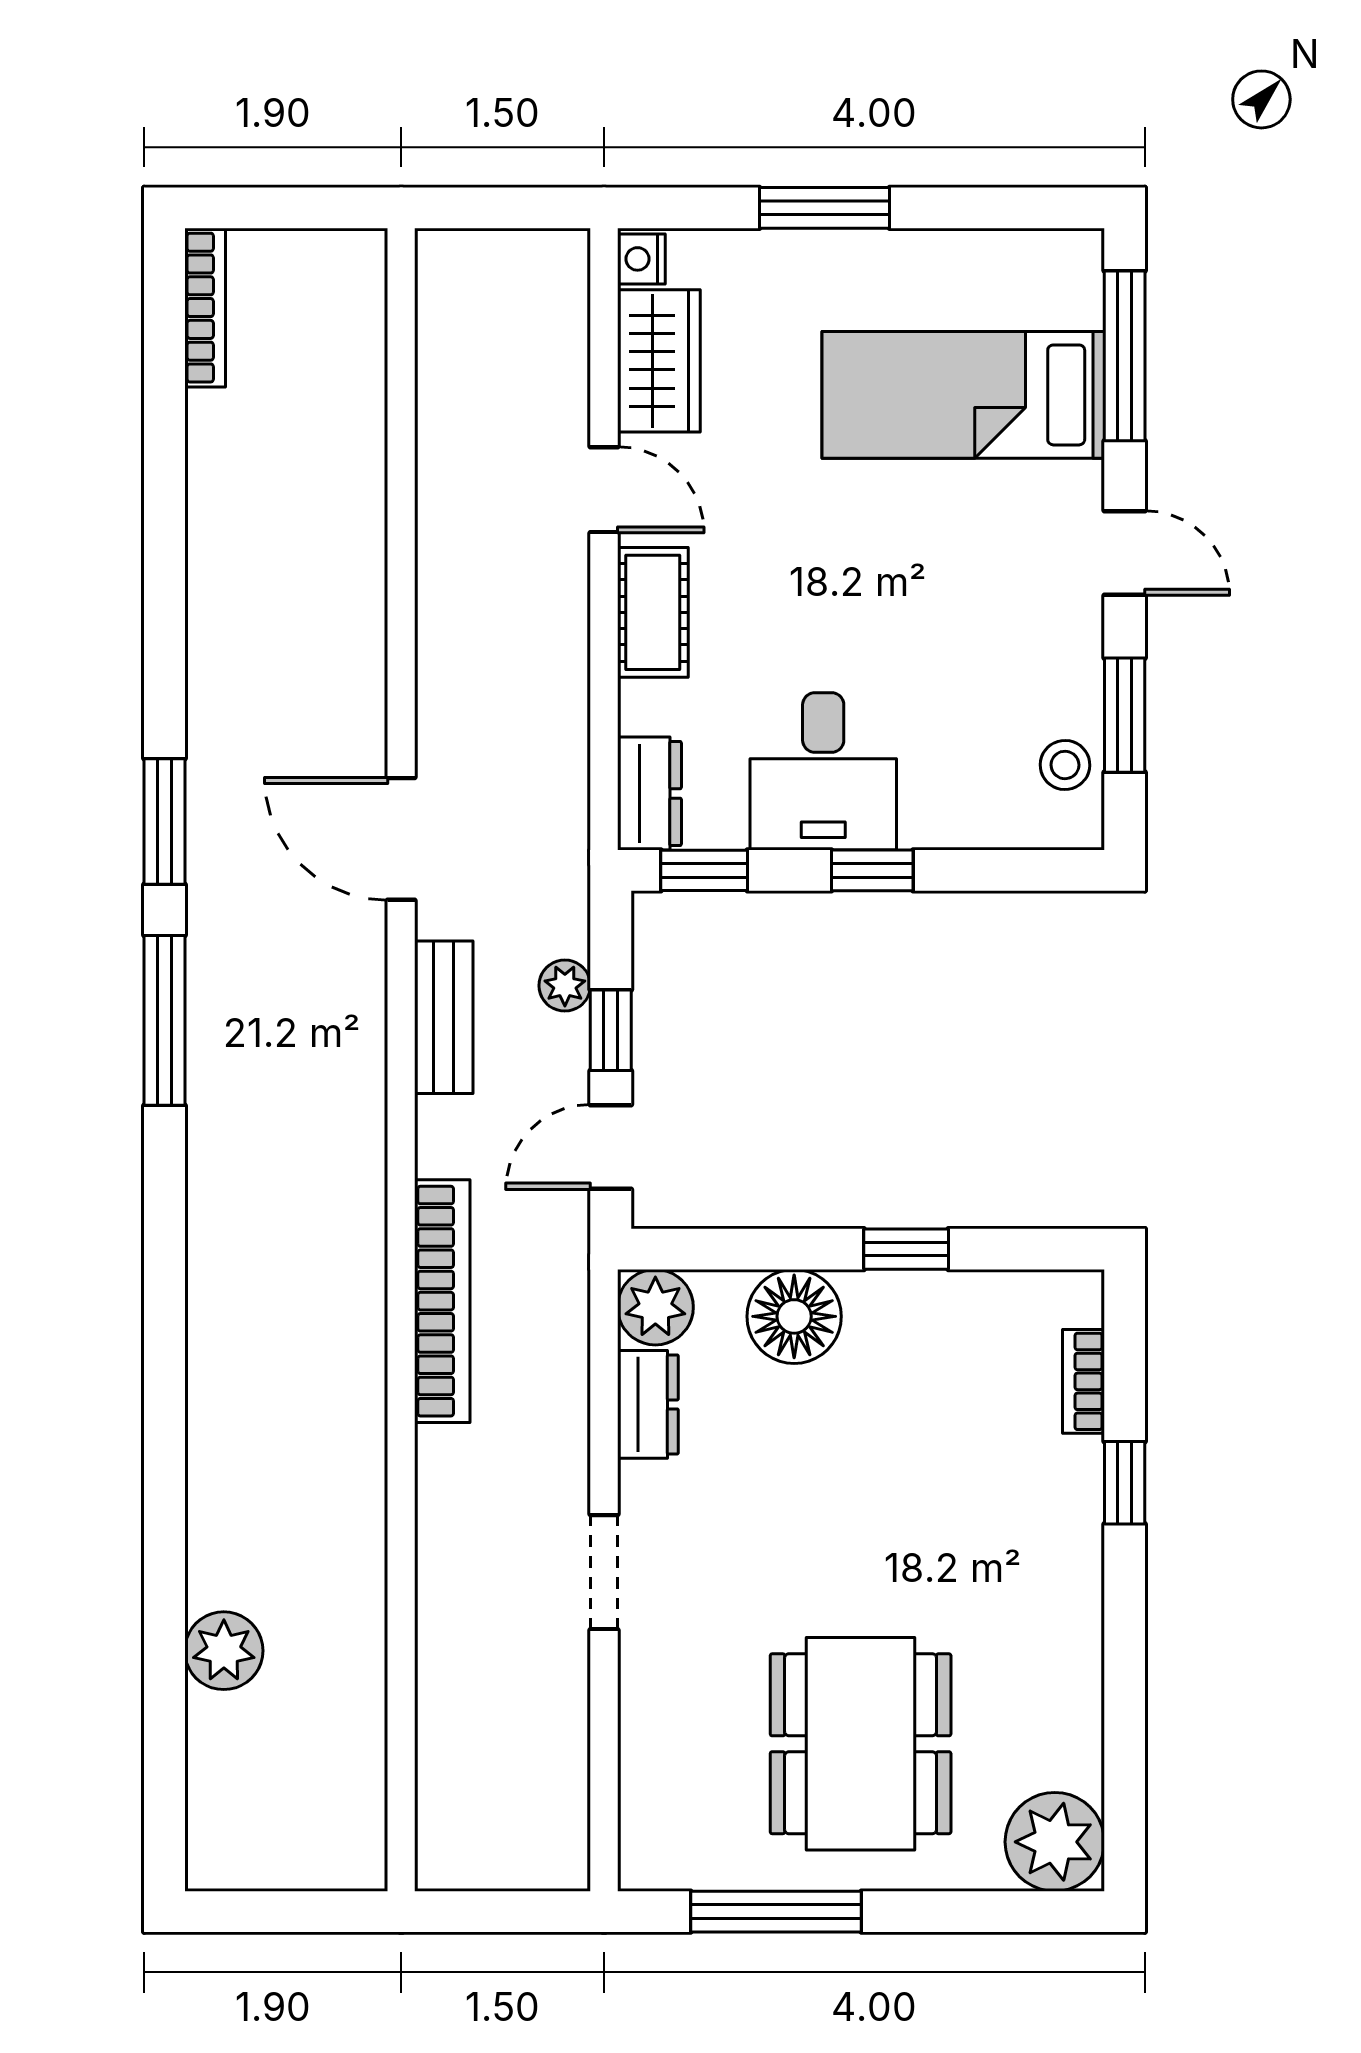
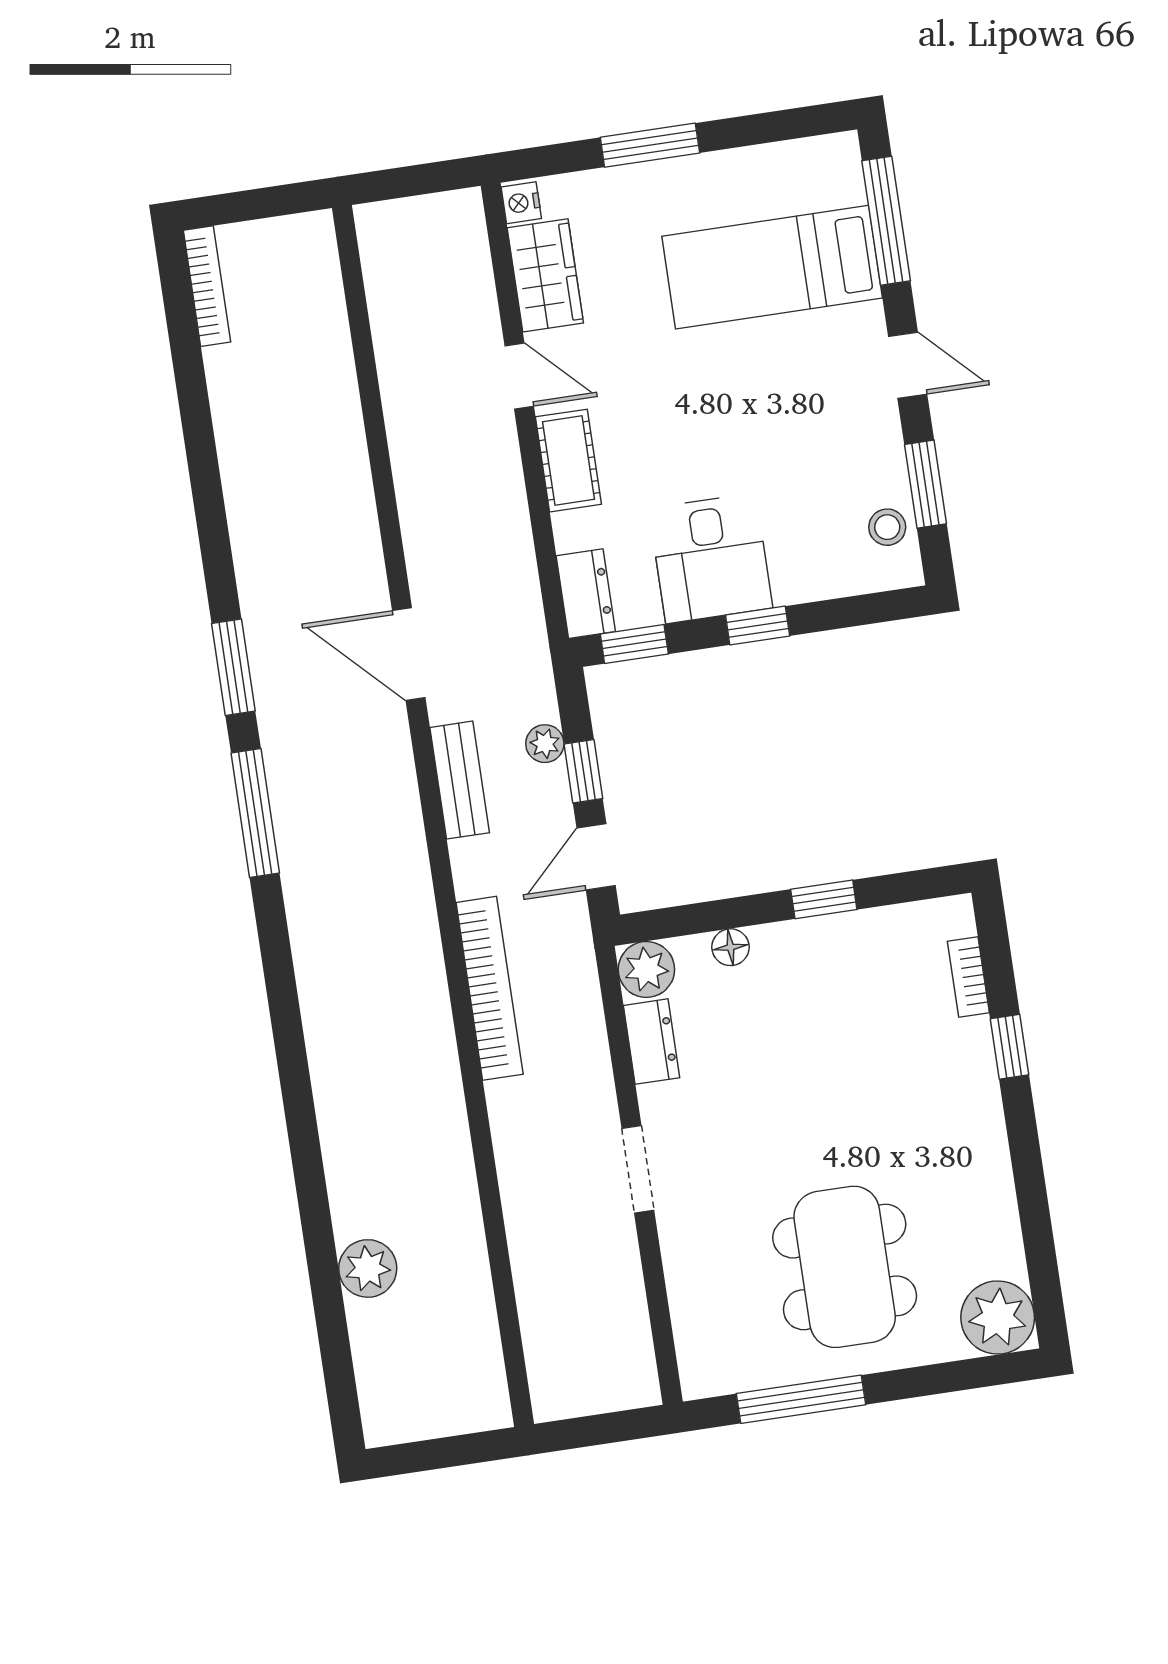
floor lamp: (794, 1316) -> (730, 947), width x0.53, depth x0.53

